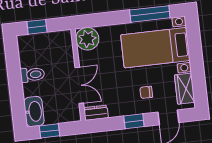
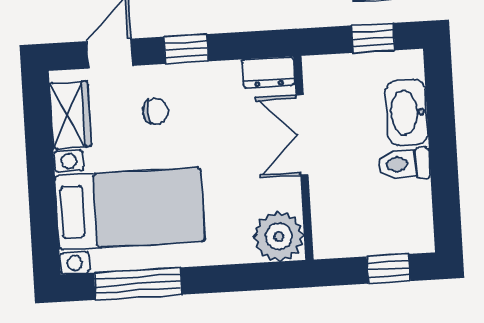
washbasin: (34, 111) -> (407, 112), moved

